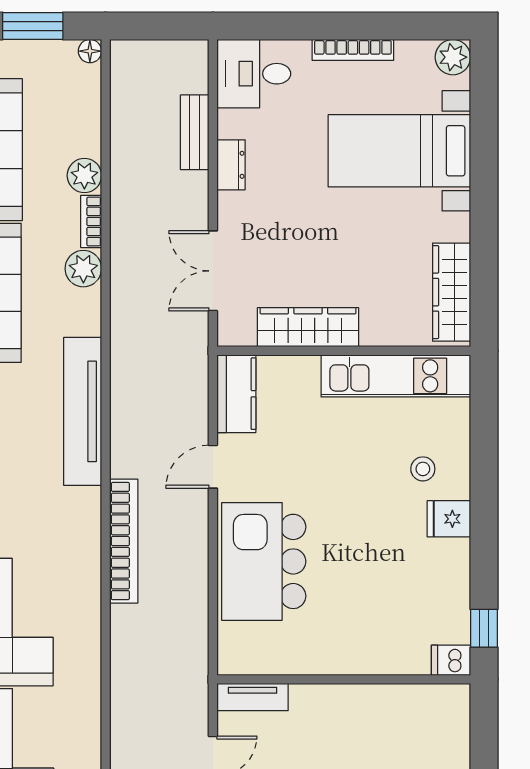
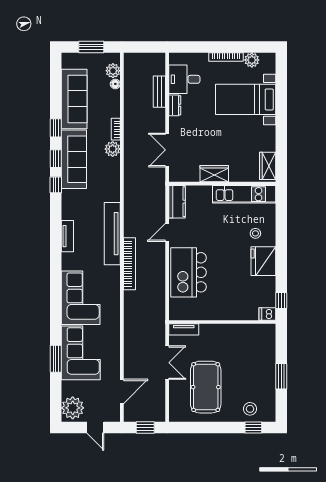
floor lamp: (90, 51) -> (115, 84), moved
plant: (453, 57) -> (252, 60), moved
desk: (254, 74) -> (184, 79), moved
plant: (84, 175) -> (113, 71), moved
wardrobe: (452, 292) -> (268, 166), width x0.67
wardrobe: (308, 327) -> (214, 174), width x0.67
tv unit: (83, 411) -> (112, 234), moved
fridge: (449, 519) -> (263, 261), width x1.88, depth x1.34

